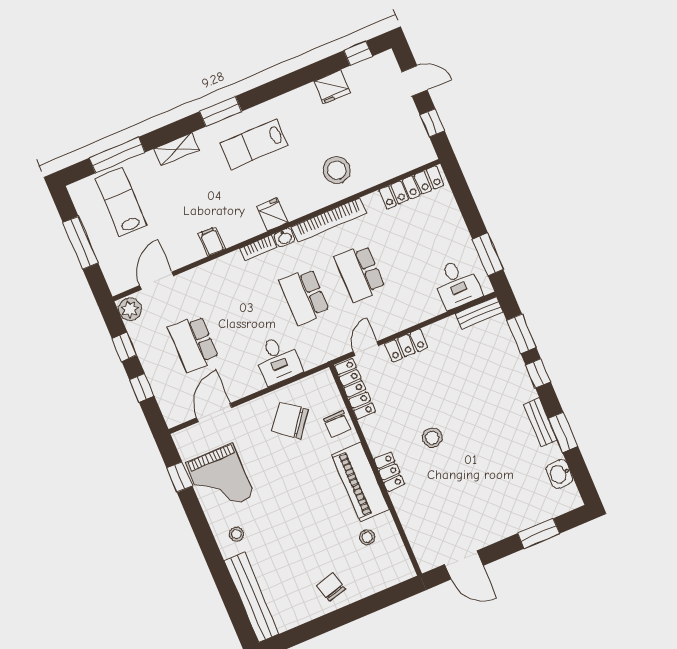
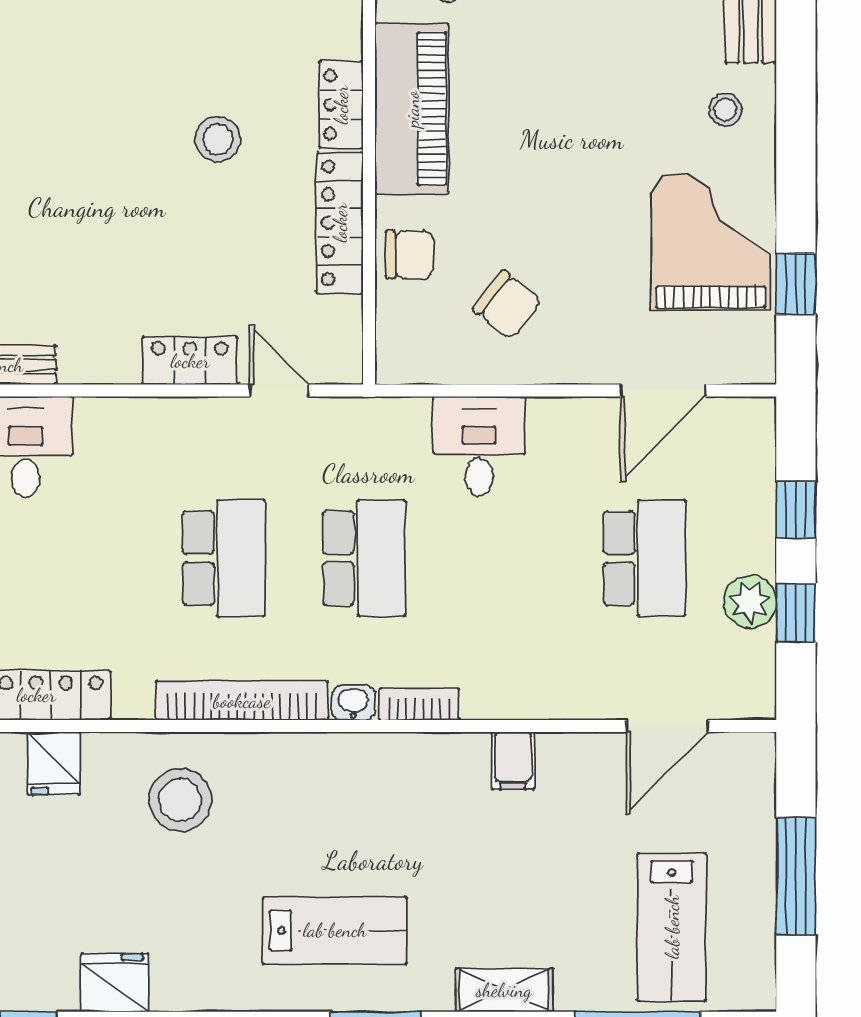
fridge: (272, 214) -> (54, 763), moved
plant: (130, 309) -> (750, 602), moved
door: (366, 349) -> (279, 390), swing flipped
locker: (355, 389) -> (340, 223), moved
chair: (290, 421) -> (507, 305), width x0.73, depth x0.73
chair: (337, 424) -> (410, 255), turned 90

